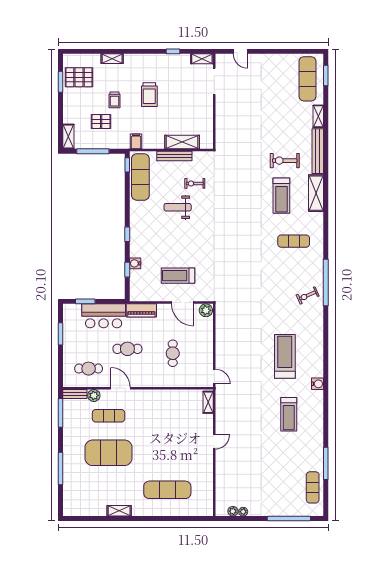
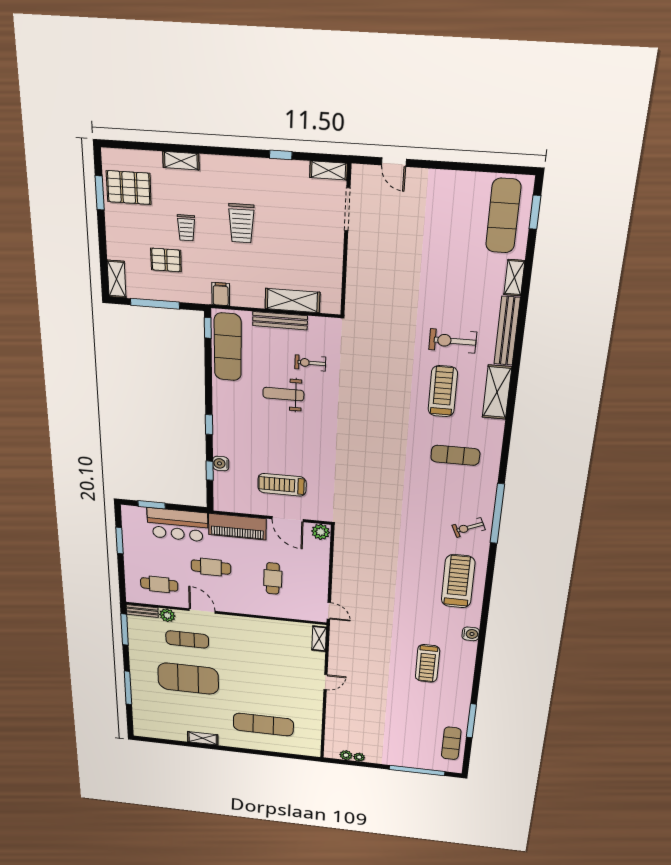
treadmill: (281, 196) -> (443, 391), turned 180
piano: (141, 310) -> (237, 527), width x1.37, depth x1.33
treadmill: (285, 356) -> (458, 581), moved

